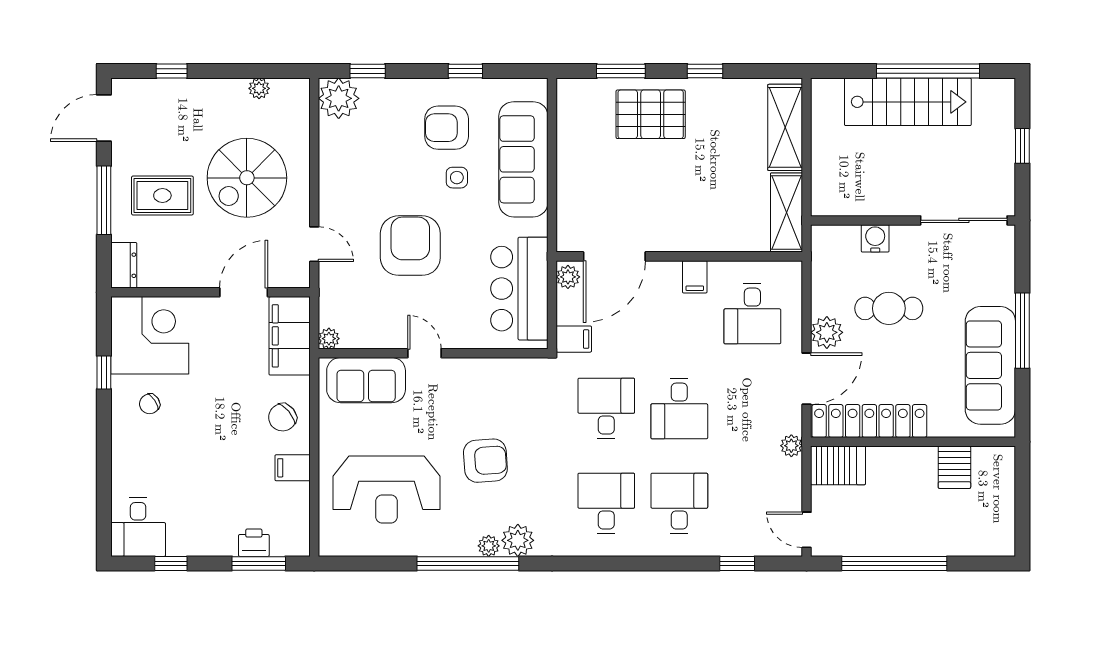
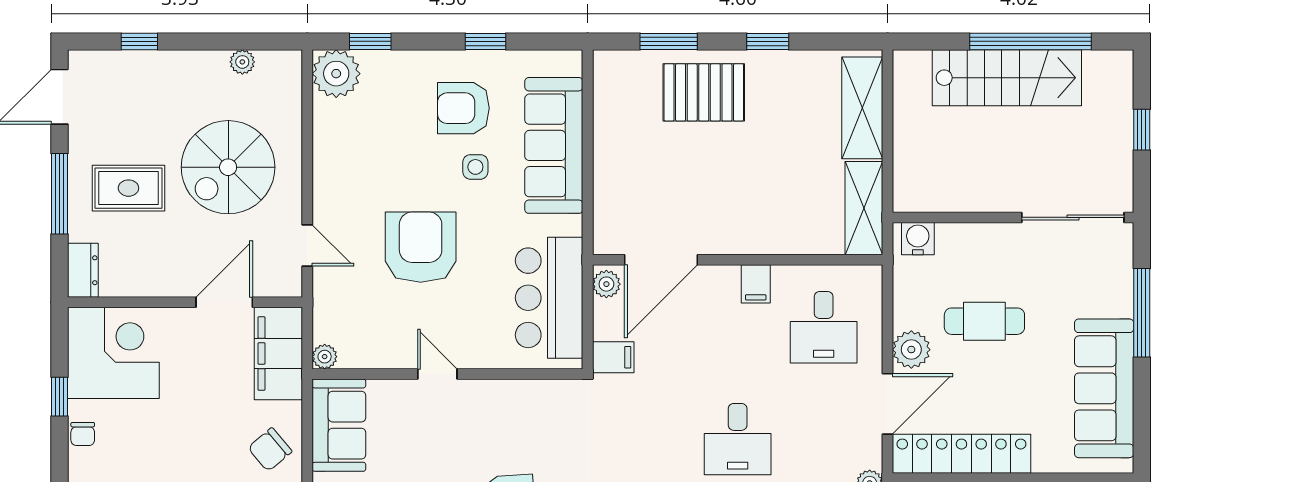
water cooler: (875, 238) -> (918, 239), moved
window: (1022, 331) -> (1142, 313), moved
sofa: (366, 380) -> (339, 425), moved, turned -90
chair: (150, 404) -> (83, 434), moved, turned -56
desk: (606, 409) -> (651, 439), removed

